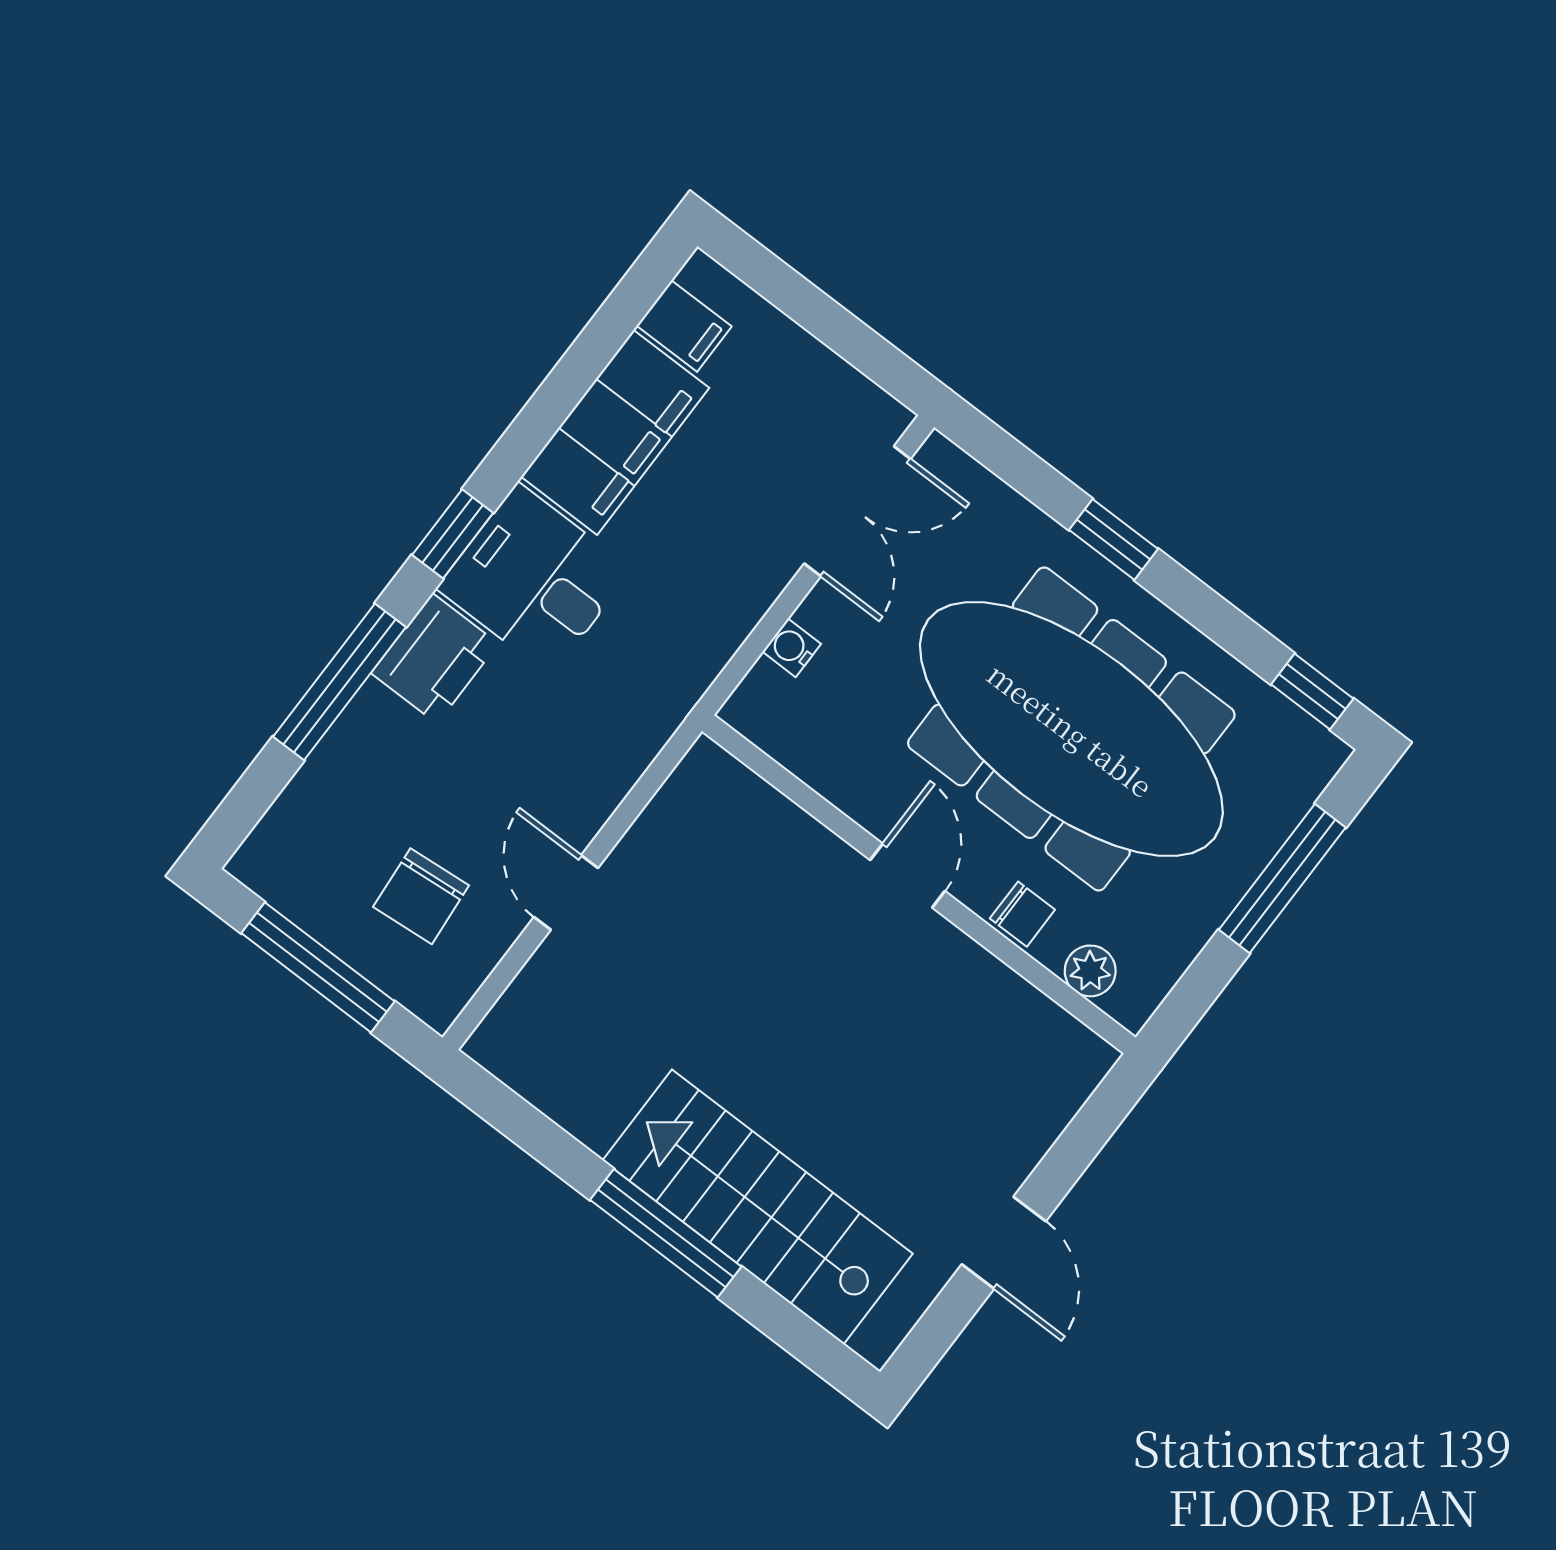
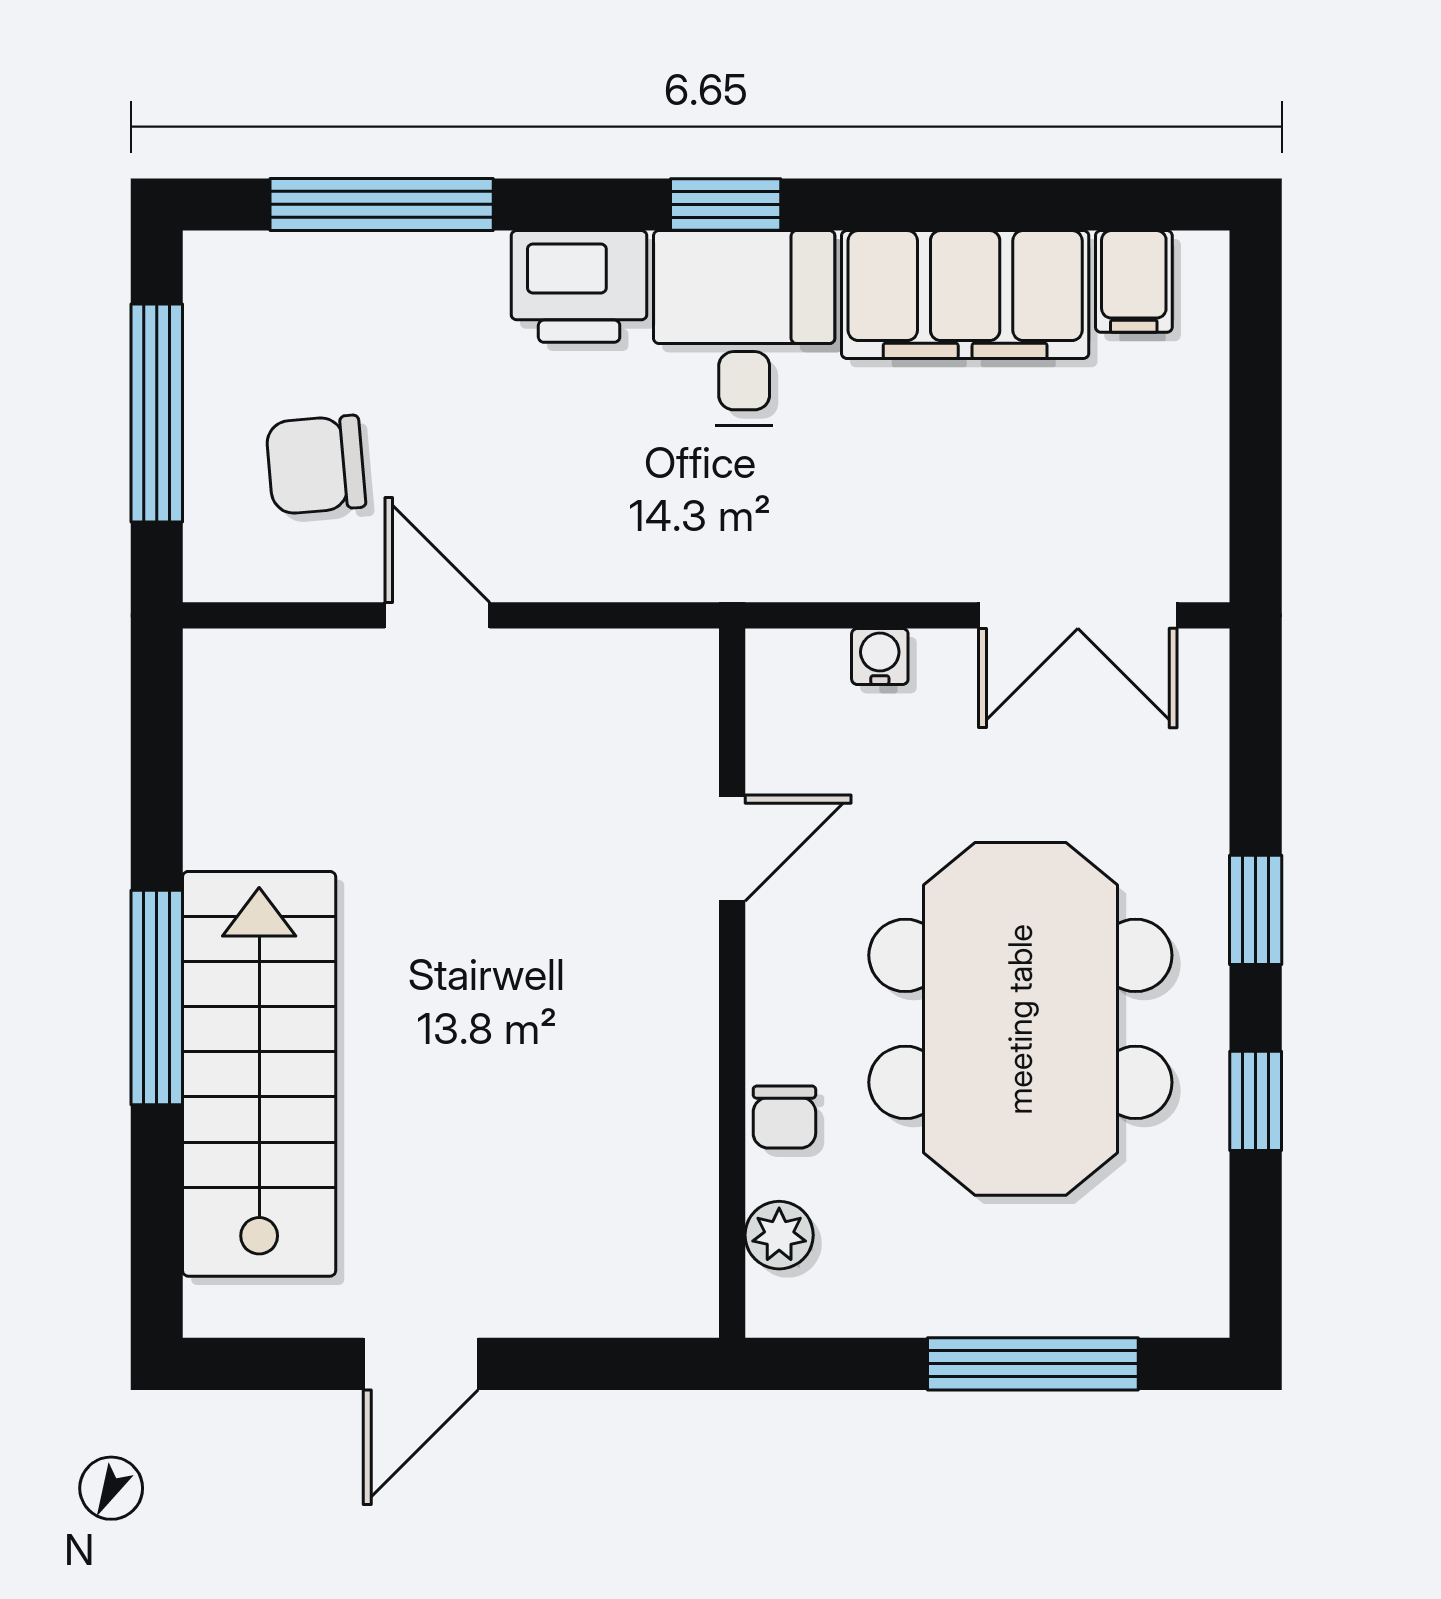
window: (339, 682) -> (382, 204), moved
window: (1312, 691) -> (1256, 1101), moved
meeting table: (1071, 729) -> (1020, 1019), width x0.73
door: (908, 876) -> (732, 848), moved
door: (566, 892) -> (437, 615), hinge flipped

